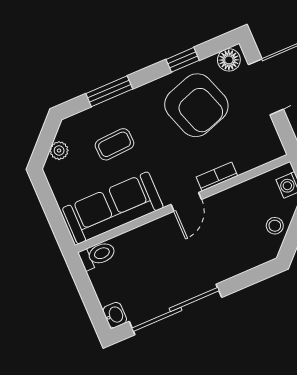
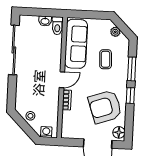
window: (183, 60) -> (130, 96), moved
door: (186, 202) -> (62, 80), swing flipped
washbasin: (115, 315) -> (45, 21), moved

